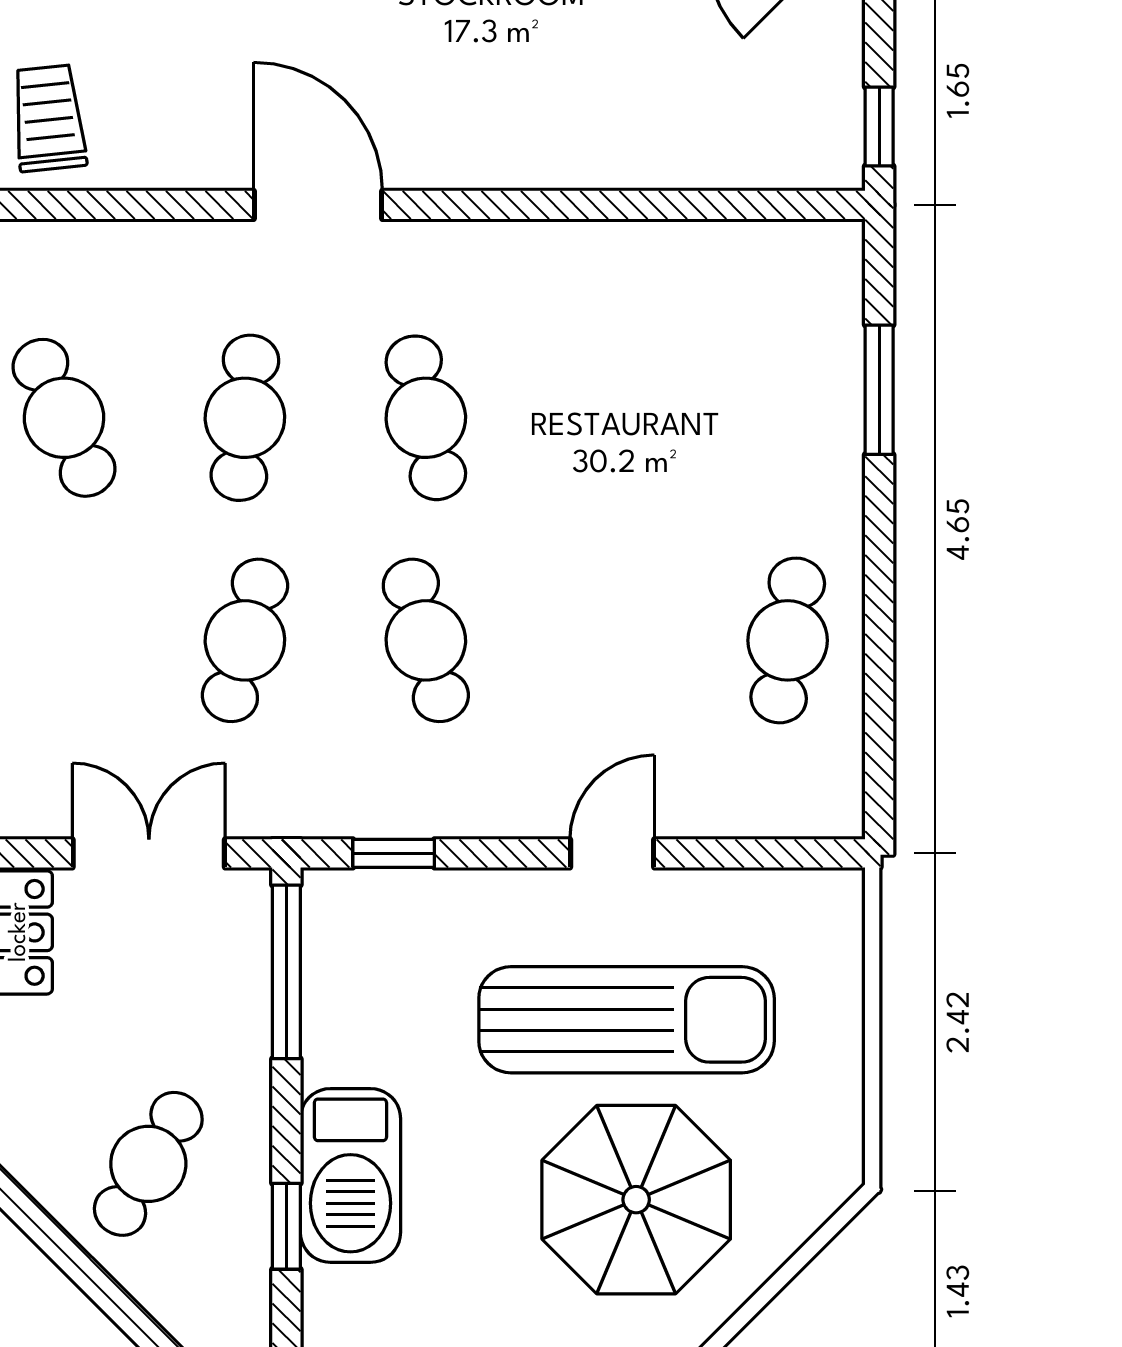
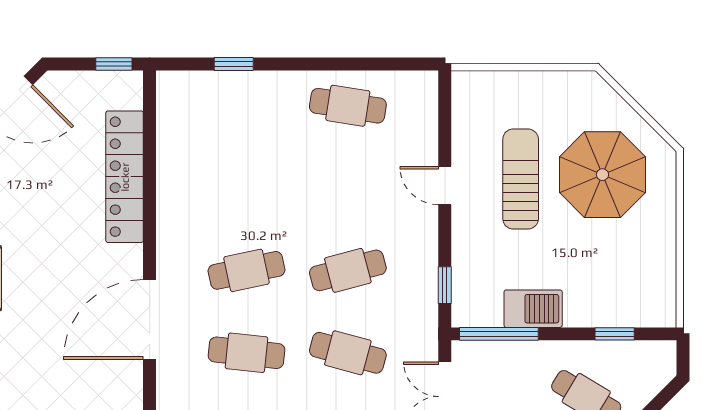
locker: (632, 150) -> (125, 177), added
door: (318, 205) -> (150, 319), width x1.36
window: (879, 390) -> (234, 64), width x0.67
sun lounger: (627, 1020) -> (521, 179), width x0.73, depth x0.75
barbecue: (350, 1175) -> (533, 309), moved, width x0.73, depth x0.83

